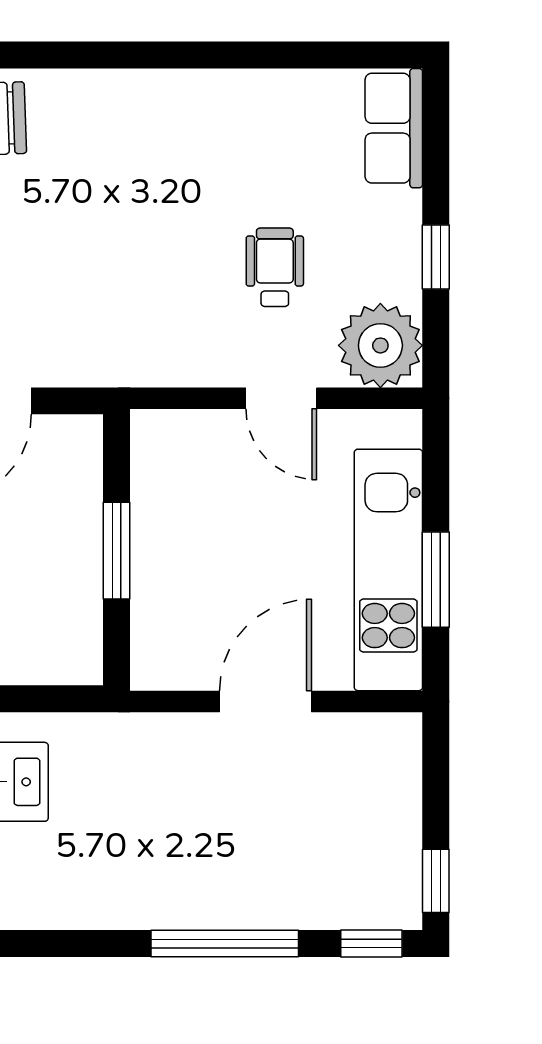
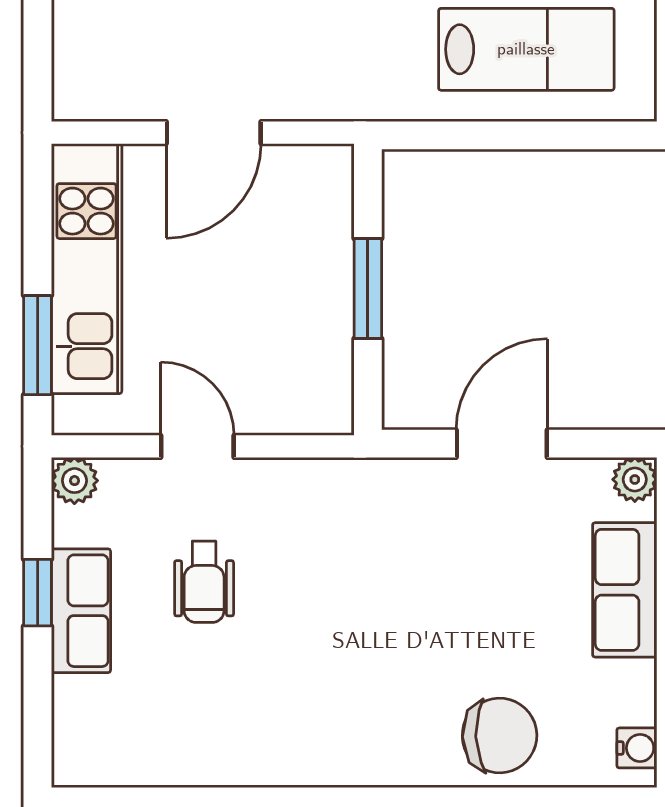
row of seats: (394, 128) -> (81, 611), moved
plant: (380, 345) -> (74, 481), width x0.53, depth x0.53
window: (436, 580) -> (38, 345), moved

